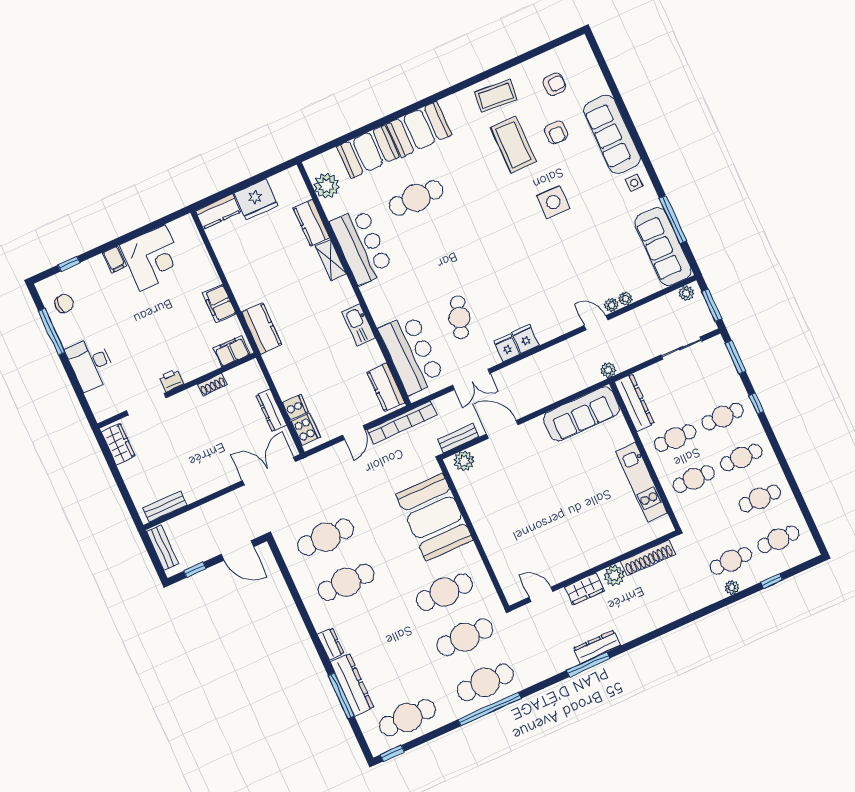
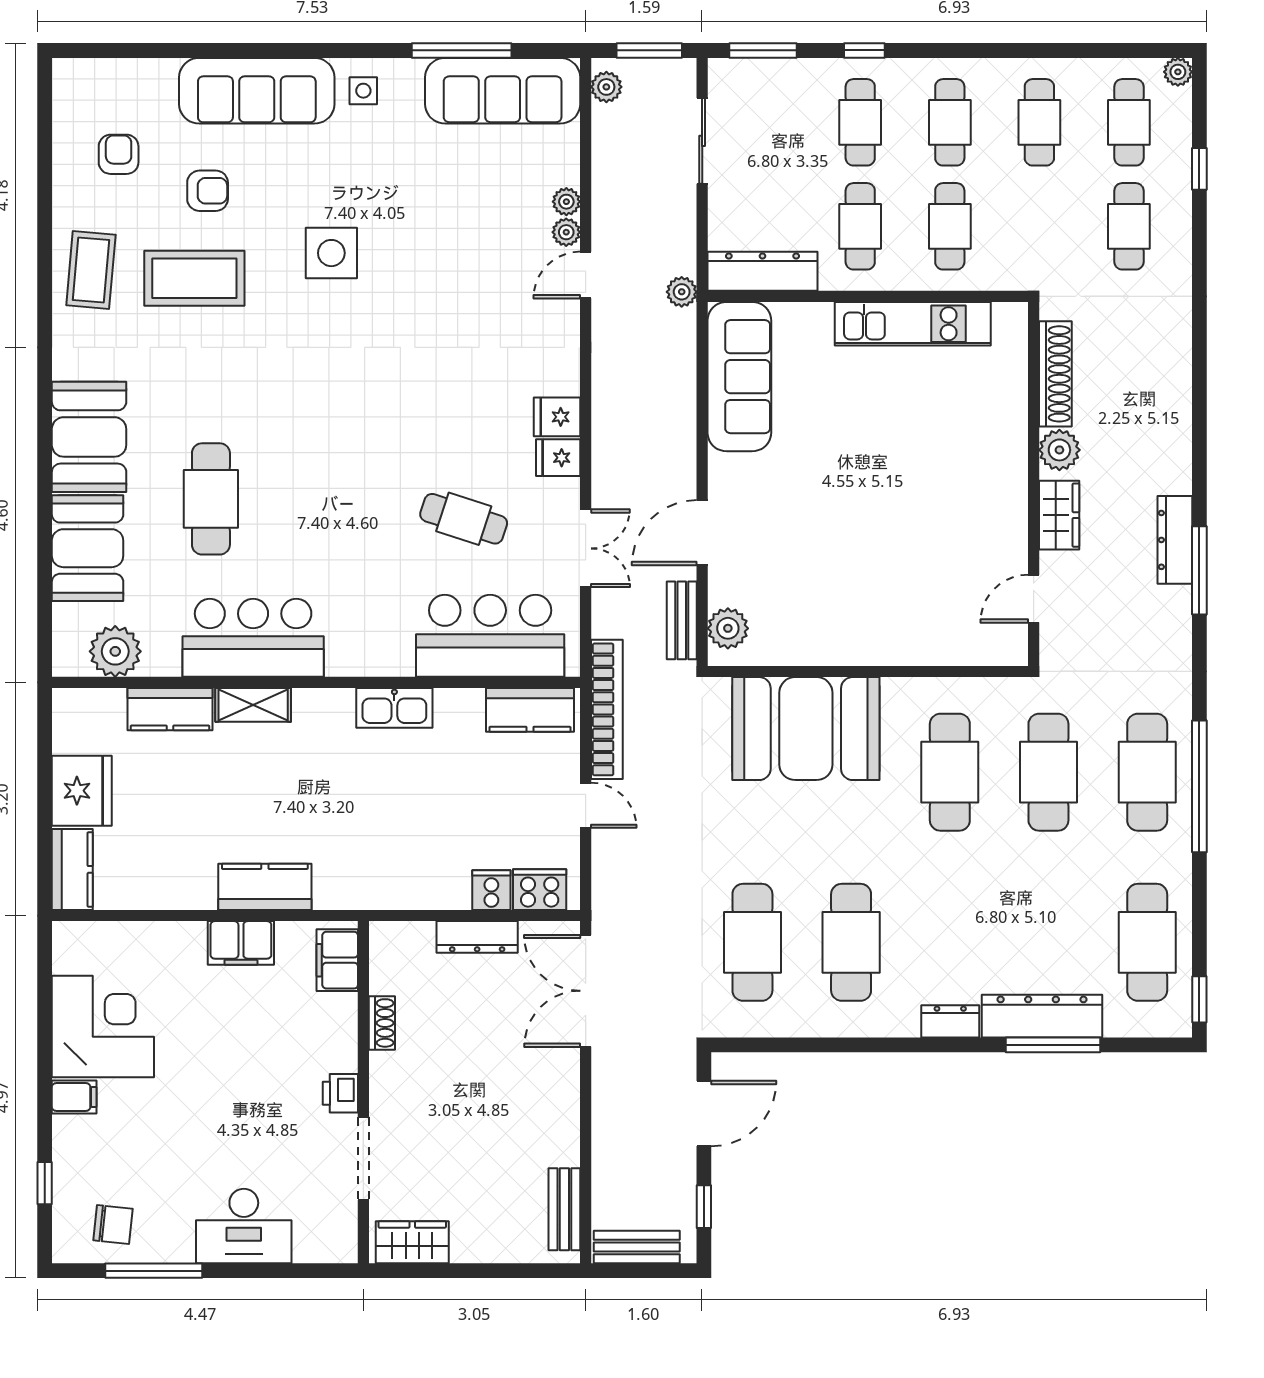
chair: (64, 304) -> (113, 1225), turned 97
kitchen counter: (262, 328) -> (265, 887), moved
plant: (732, 587) -> (1178, 72), moved

